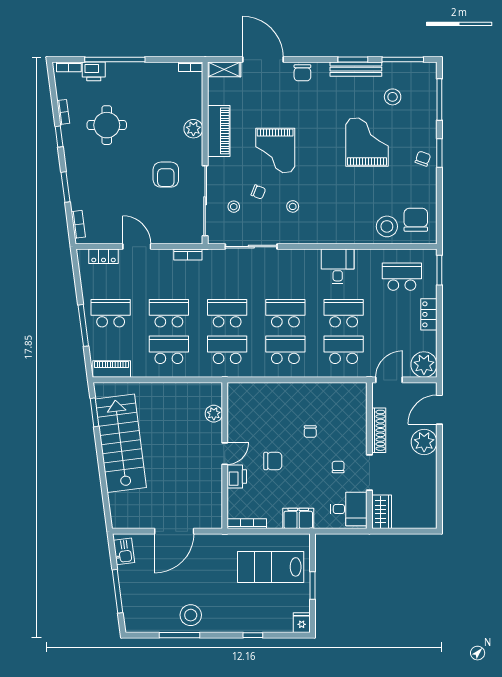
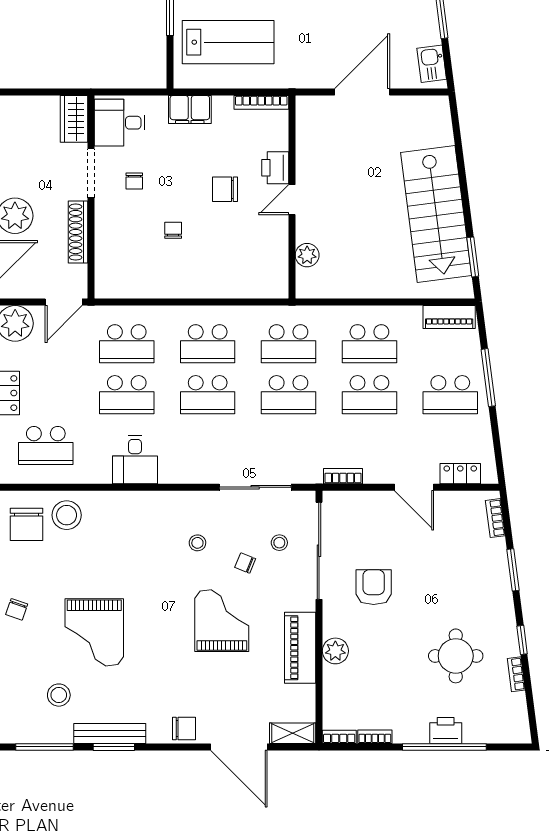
bookcase: (69, 67) -> (375, 737), moved
printer: (94, 71) -> (446, 730), moved
chair: (302, 73) -> (184, 729), turned 90

